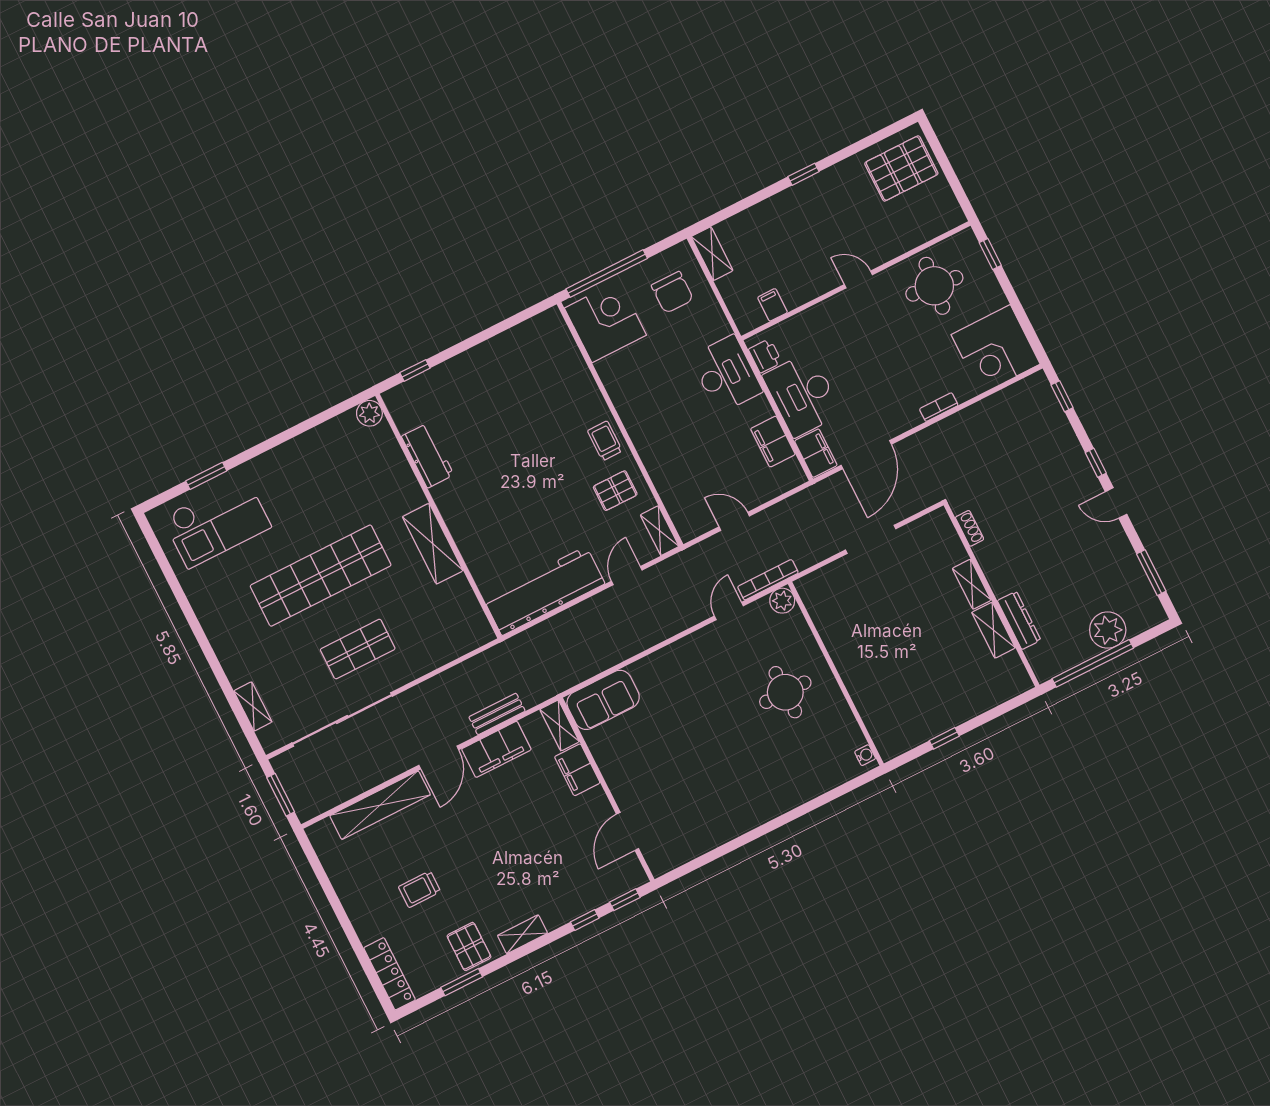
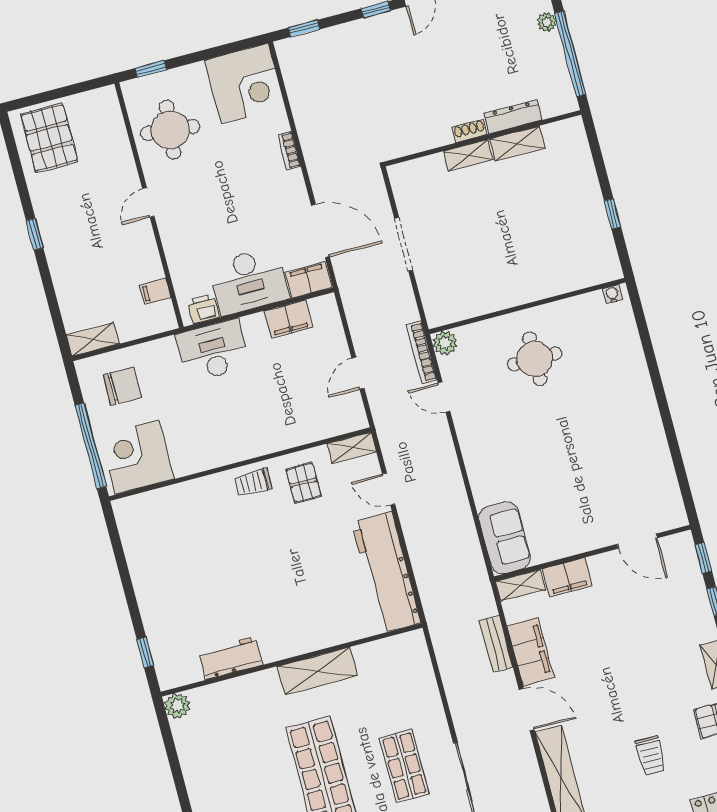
shoe rack: (970, 528) -> (470, 131), moved
plant: (1108, 630) -> (547, 22), width x0.53, depth x0.53

